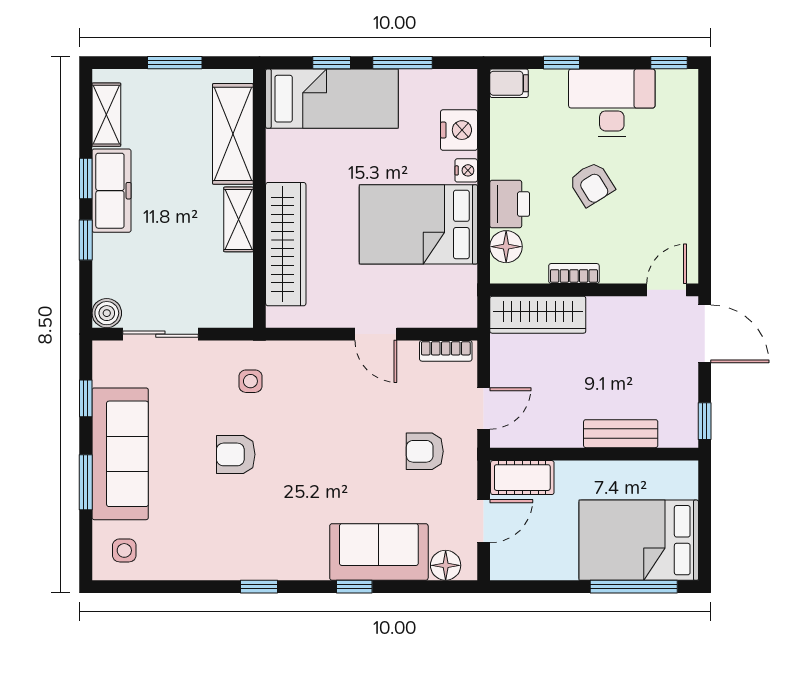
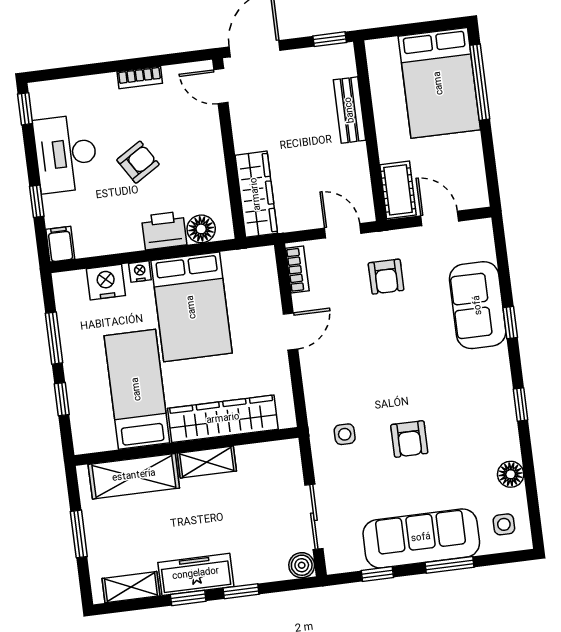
bed: (332, 99) -> (137, 389), moved
bookcase: (574, 274) -> (140, 77), moved, turned -90
floor lamp: (446, 565) -> (511, 474), moved

